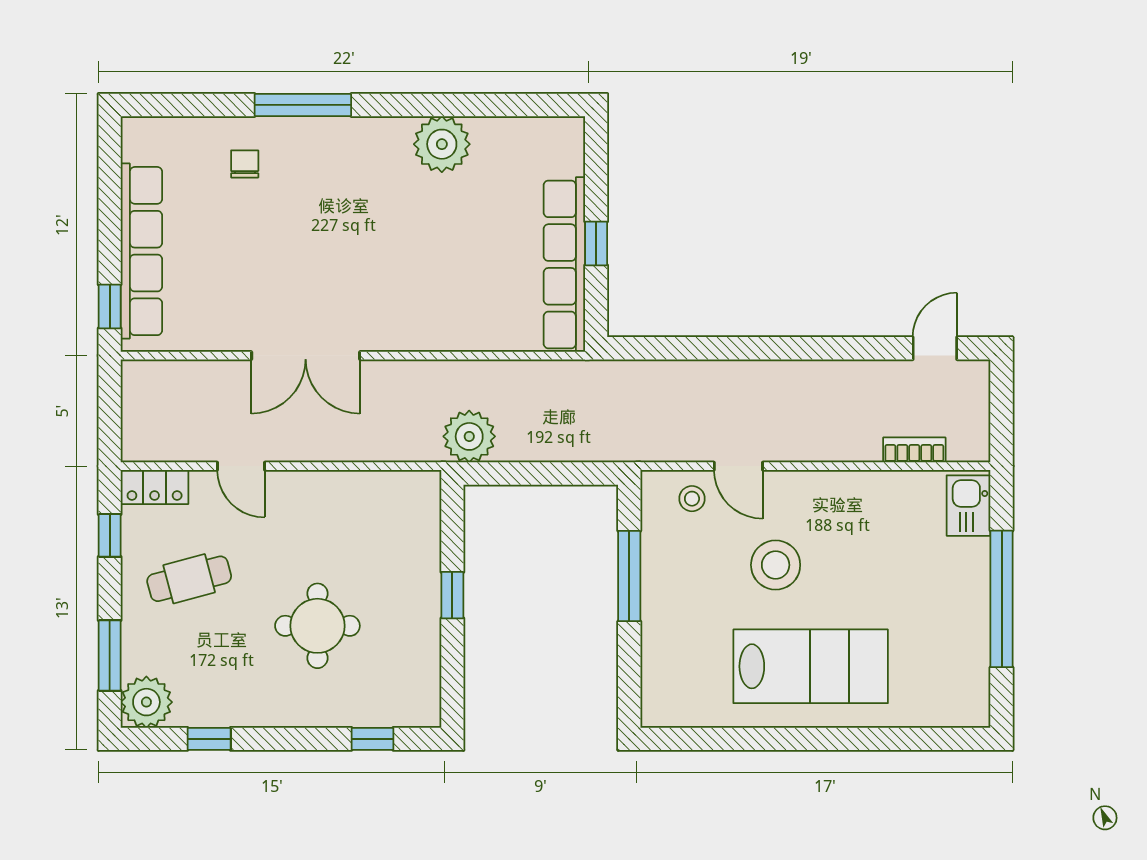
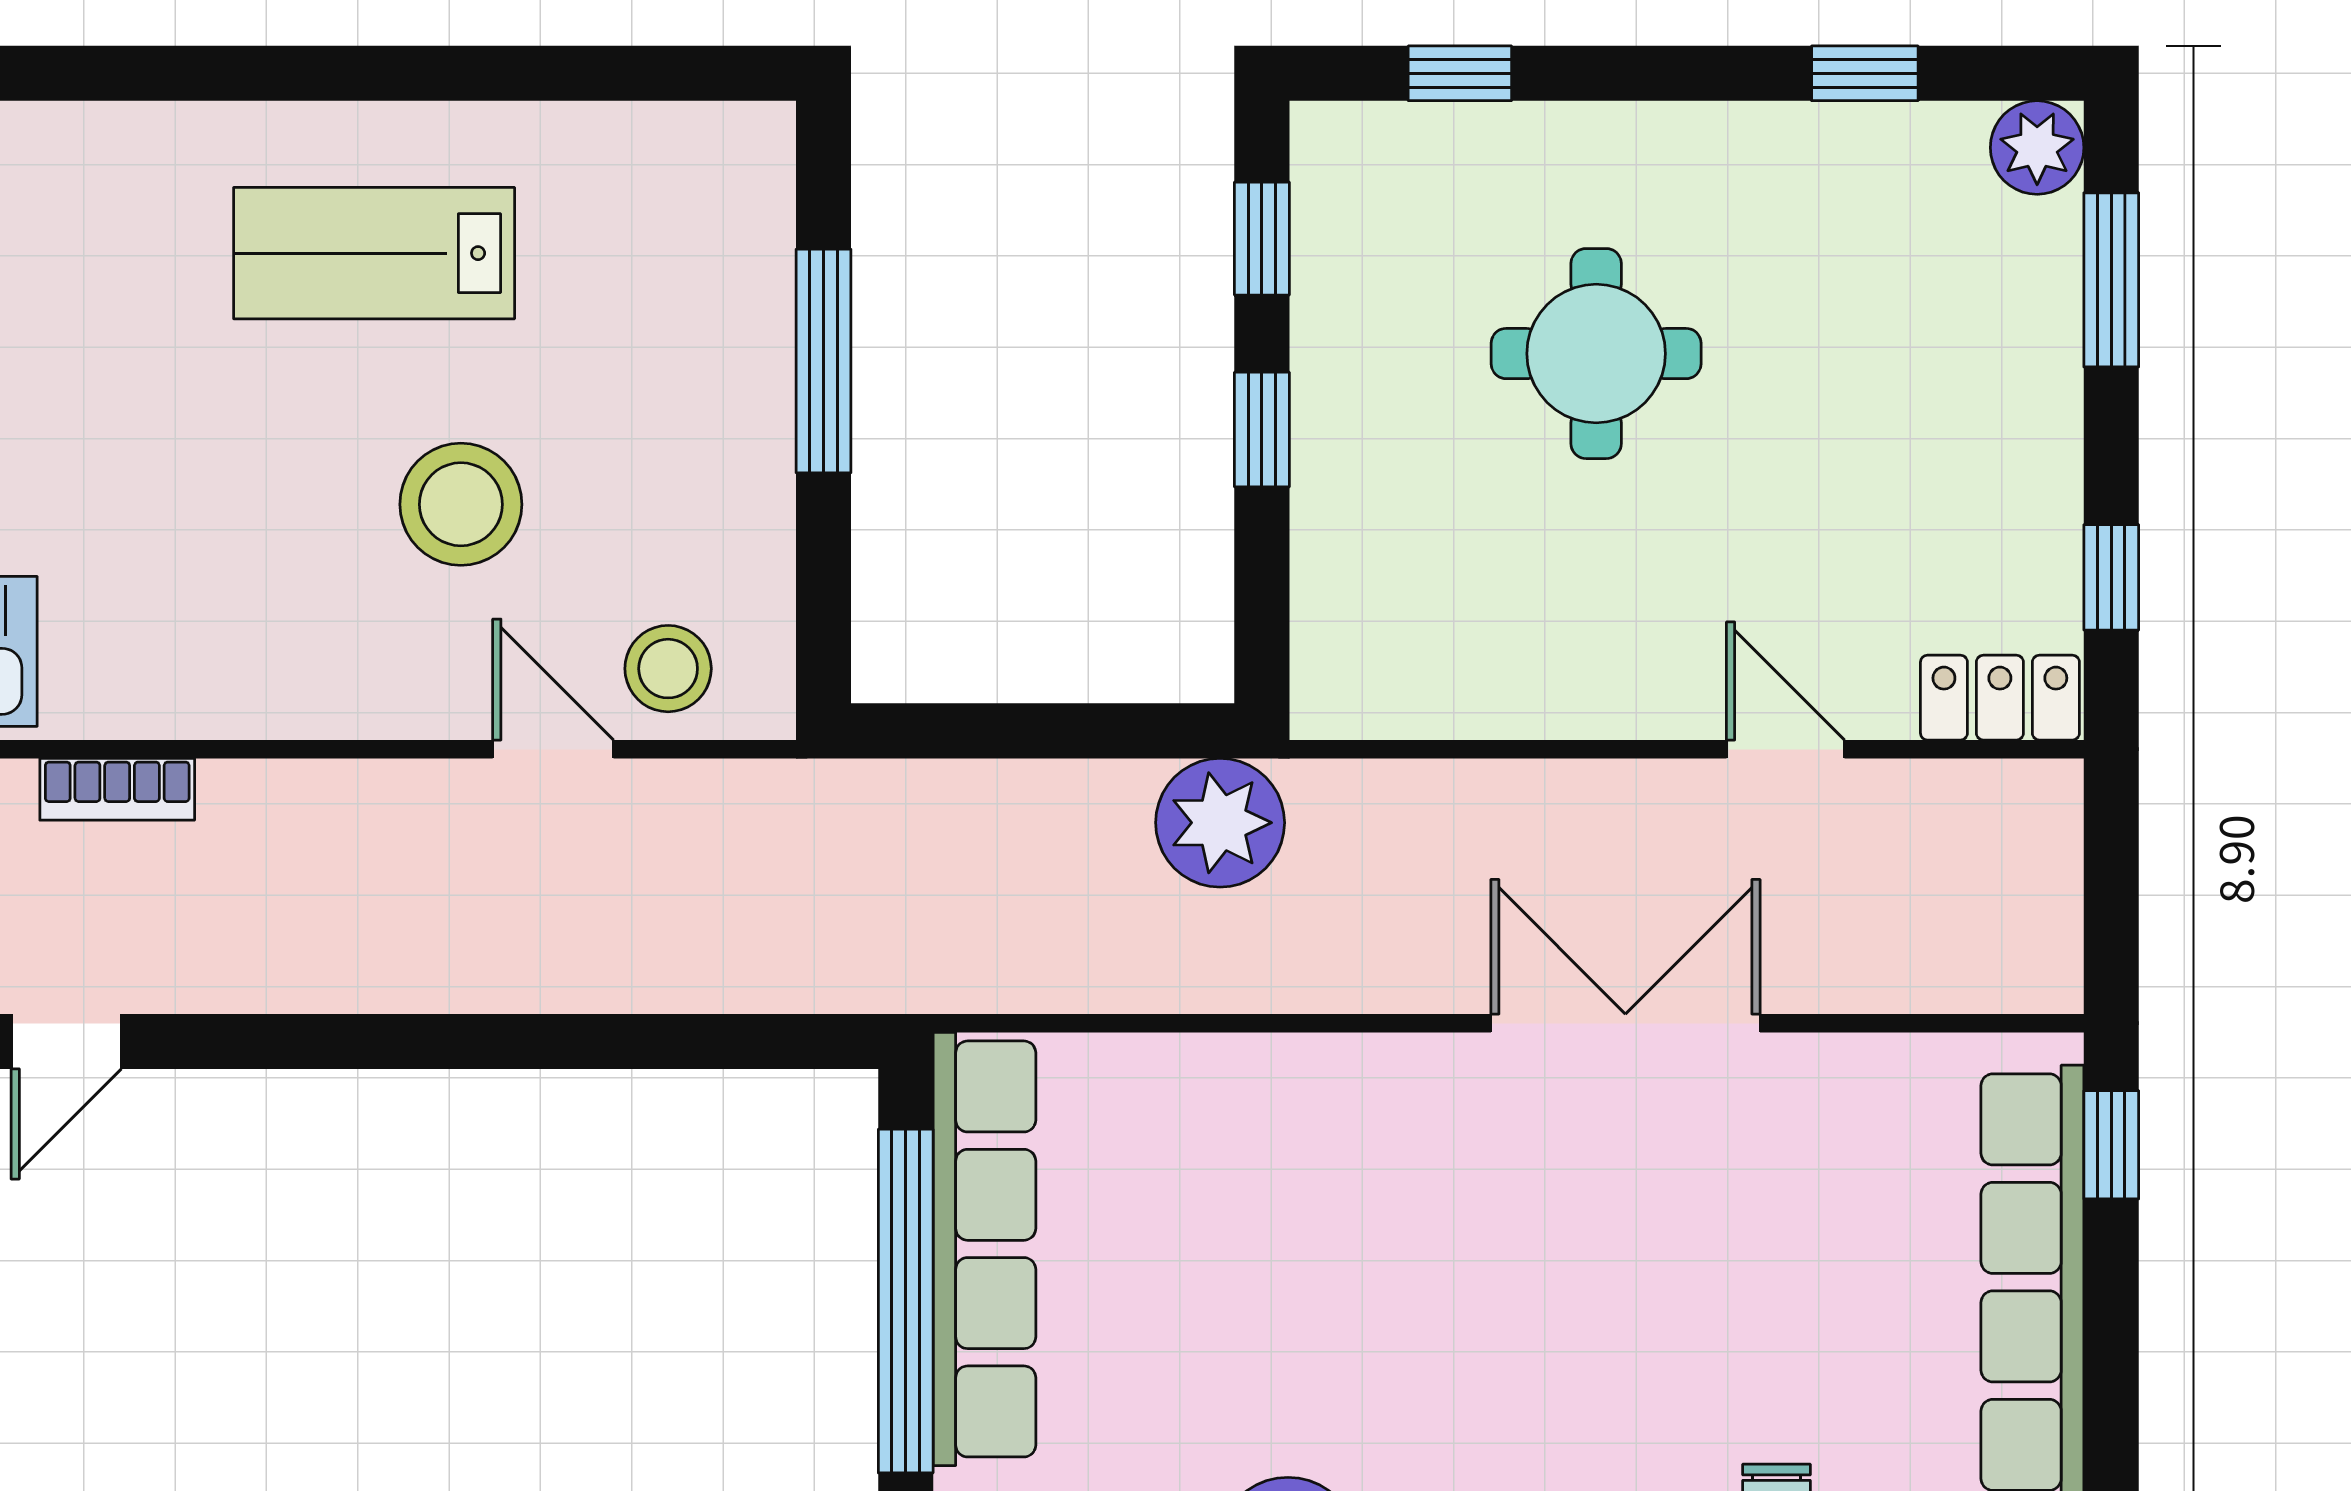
window: (596, 243) -> (906, 1301), width x3.17
stool: (692, 499) -> (668, 669), width x1.37, depth x1.37
window: (629, 576) -> (823, 361), moved
cafe table: (189, 579) -> (1914, 470), removed
lab bench: (811, 666) -> (374, 253), width x0.73, depth x0.72
window: (452, 672) -> (1262, 239), added
plant: (146, 702) -> (2037, 148), width x0.73, depth x0.73

